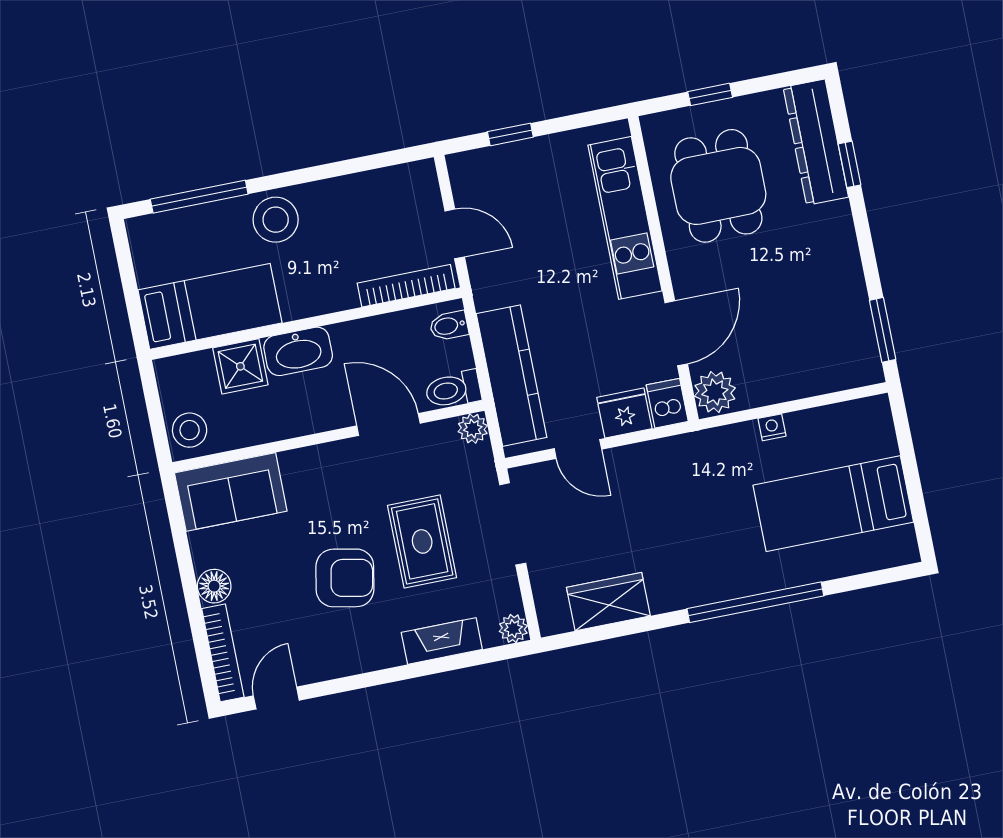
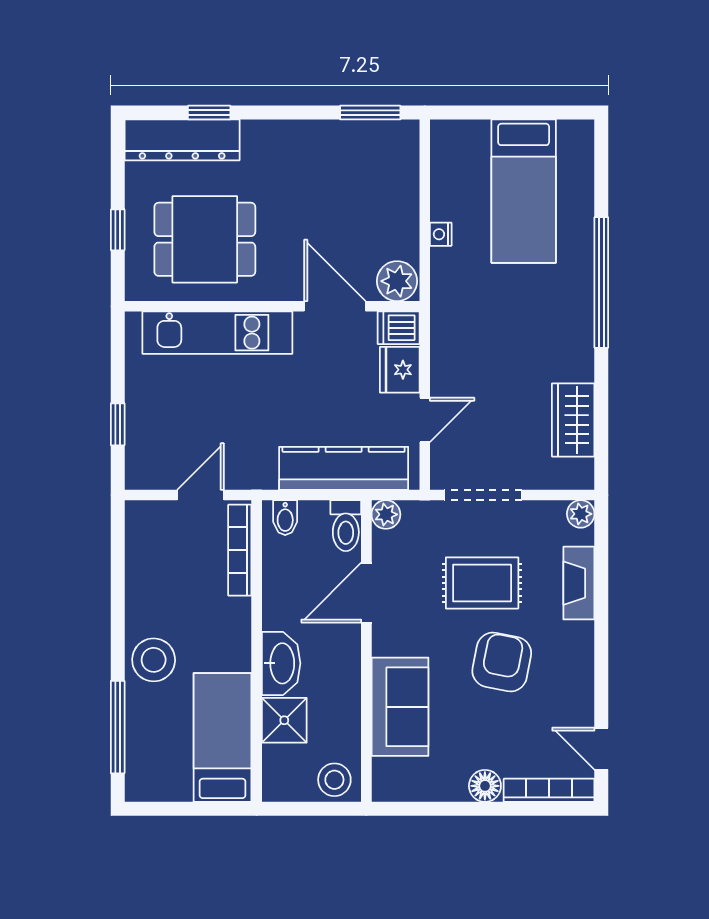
sofa: (231, 492) -> (400, 707), moved

